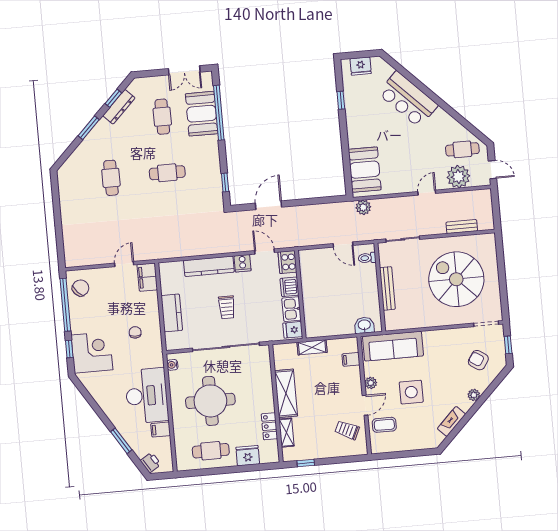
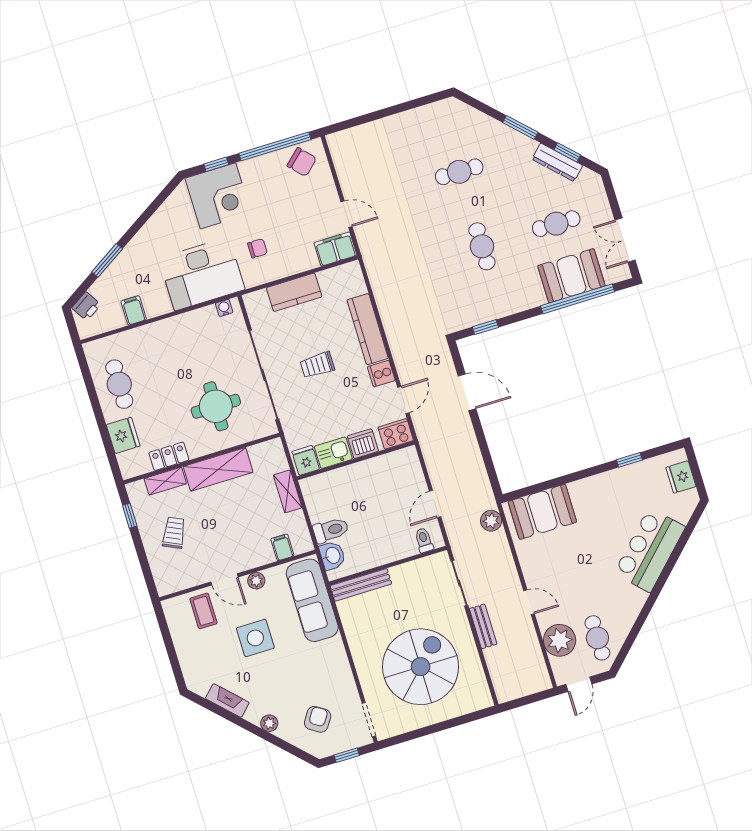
bench: (462, 227) -> (483, 626), moved
bench: (387, 288) -> (361, 585), moved
toilet: (346, 322) -> (331, 530), added
desk: (147, 396) -> (202, 274), moved
round table: (210, 401) -> (216, 406), moved, width x0.73, depth x0.73
trolley: (347, 430) -> (174, 533), moved

